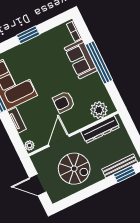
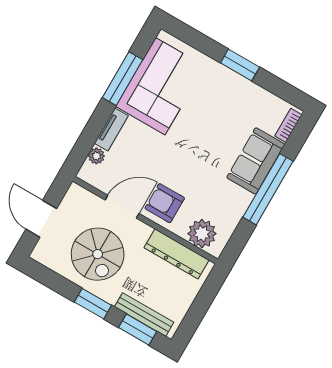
armchair: (64, 102) -> (165, 203), moved
plant: (29, 145) -> (96, 156), moved
window: (97, 188) -> (93, 304), added

